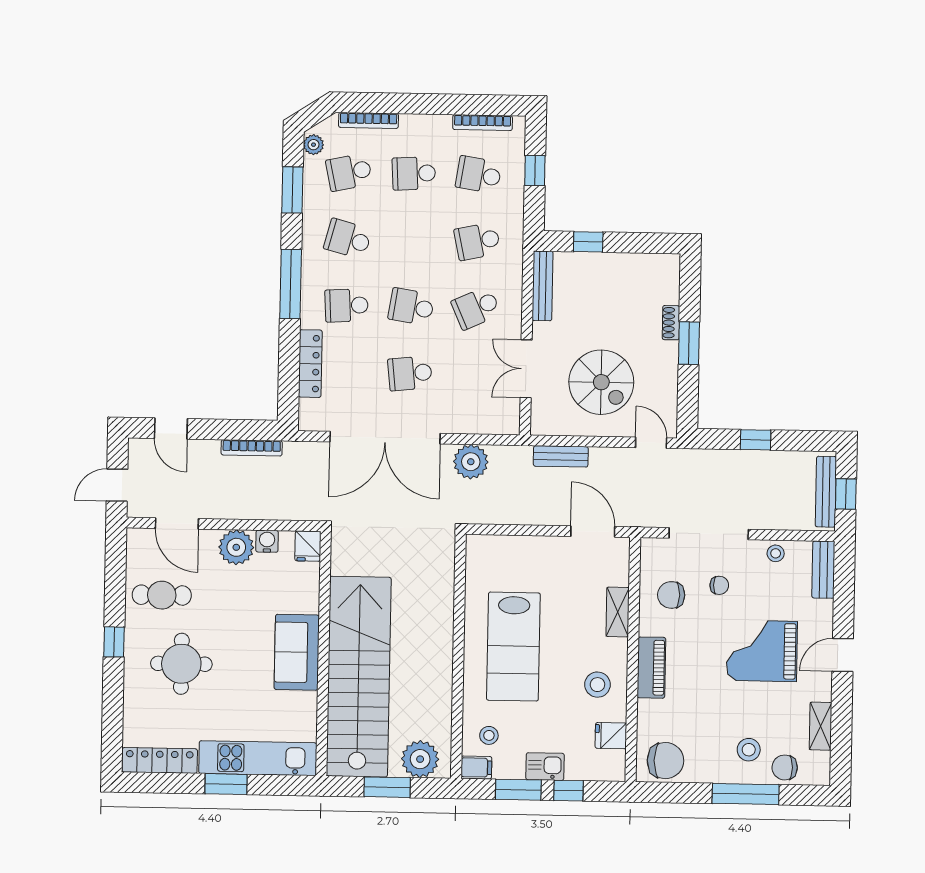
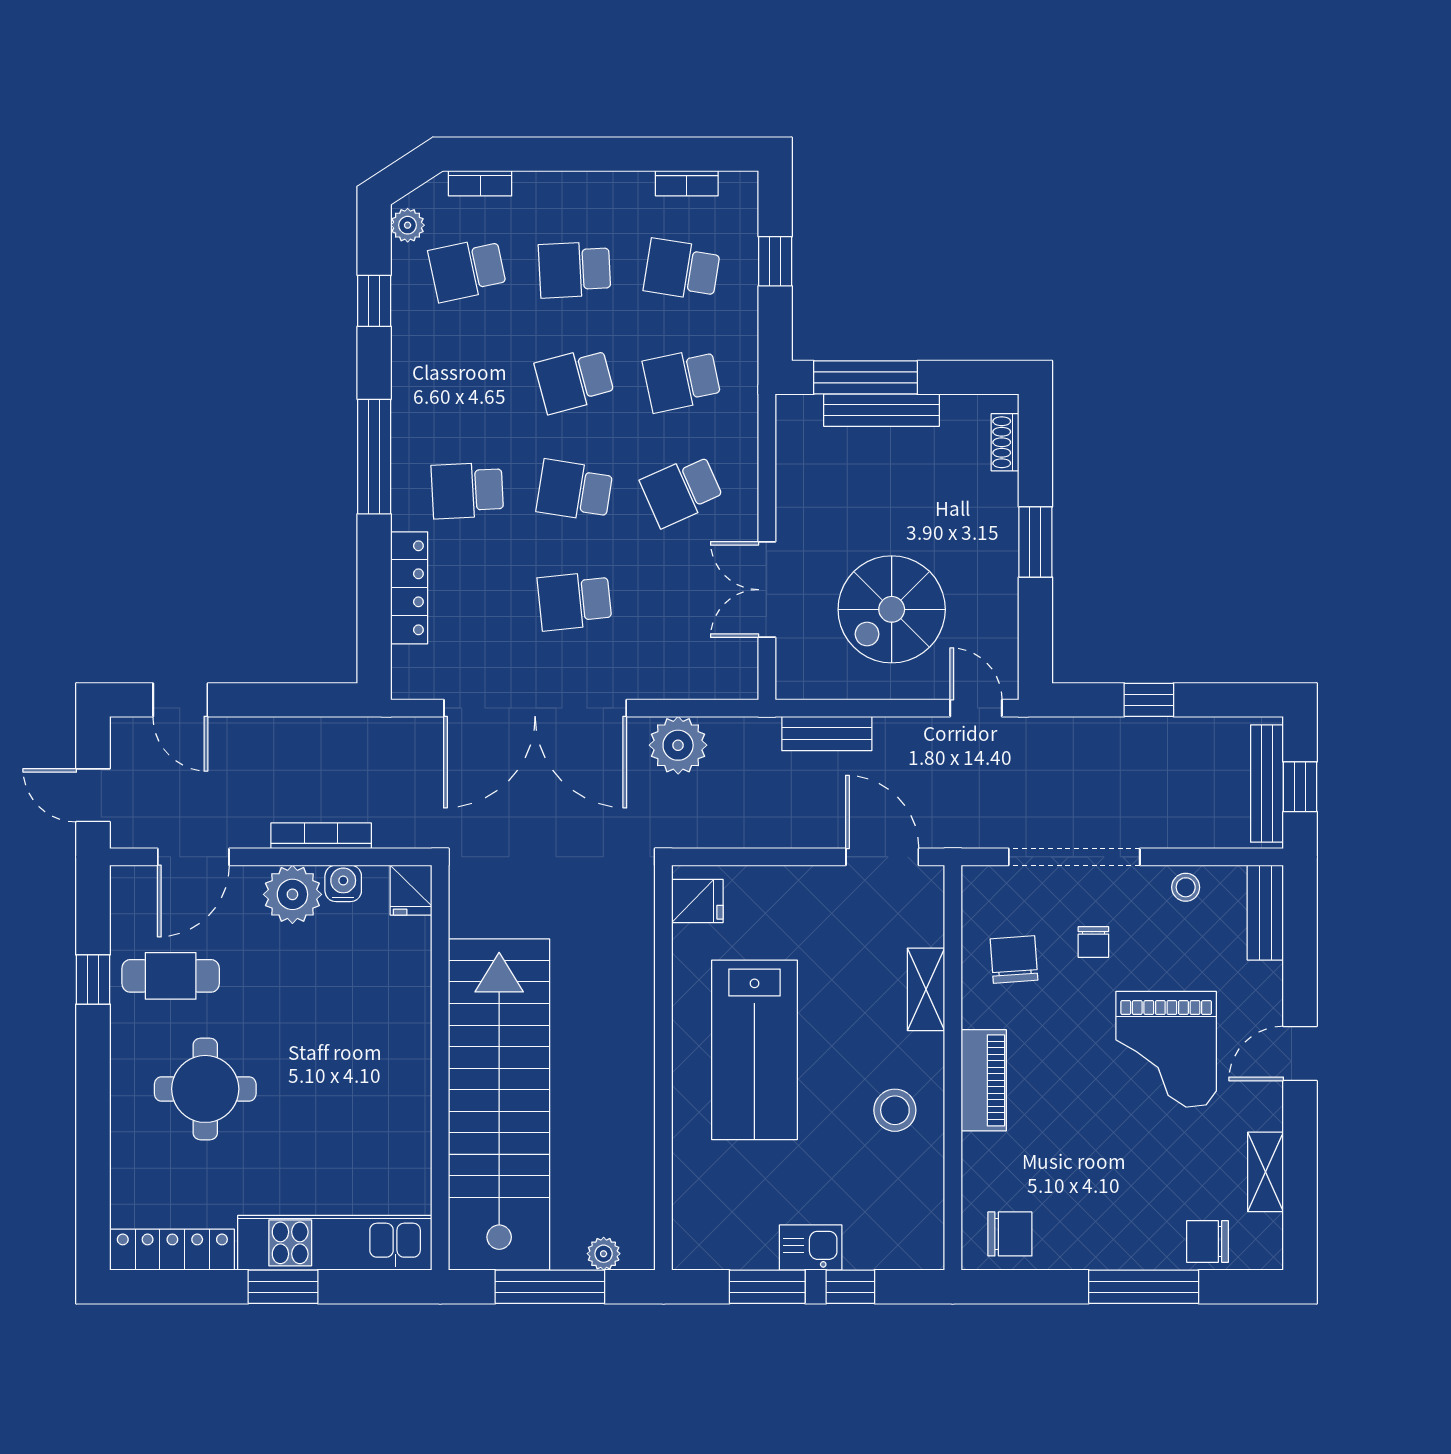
bookcase: (368, 120) -> (480, 183), width x0.64
bookcase: (483, 123) -> (687, 183), width x0.64
window: (292, 190) -> (374, 301), width x0.67
school desk: (348, 239) -> (575, 380), moved, turned -30
window: (588, 242) -> (865, 377), width x2.17
bench: (543, 286) -> (882, 410), moved, turned 90
shoe rack: (671, 323) -> (1005, 442), moved
spiral stairs: (601, 382) -> (892, 609), turned 90
bookcase: (252, 448) -> (321, 836), moved, turned 180
door: (117, 485) -> (93, 795), hinge flipped
door: (177, 524) -> (193, 857), hinge flipped
chair: (719, 585) -> (1093, 942), turned 90
chair: (671, 595) -> (1014, 959), turned 86
window: (114, 642) -> (93, 979), moved
grand piano: (762, 651) -> (1166, 1049), turned -90
sofa: (297, 652) -> (396, 1066), removed
stool: (489, 735) -> (717, 1198), removed
fridge: (611, 736) -> (697, 901), moved, turned 180
stool: (749, 750) -> (1147, 1213), removed
plant: (420, 759) -> (604, 1254), width x0.53, depth x0.53
chair: (665, 761) -> (1010, 1234), width x0.73, depth x0.73
filing cabinet: (476, 768) -> (697, 1251), removed
window: (387, 787) -> (550, 1287), width x1.44

